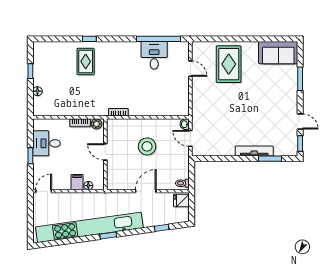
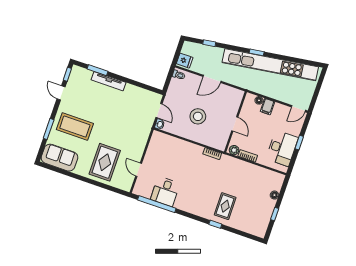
coffee table: (273, 91) -> (75, 127), added
desk: (46, 143) -> (282, 148), width x1.37

